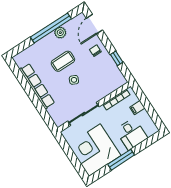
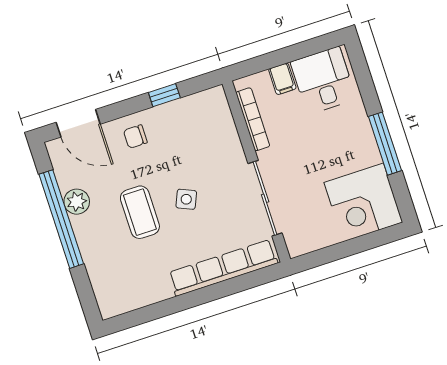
row of seats: (37, 86) -> (223, 268), moved
desk: (132, 134) -> (323, 80), moved, turned -90
corner desk: (95, 150) -> (363, 202), width x0.74, depth x0.74

